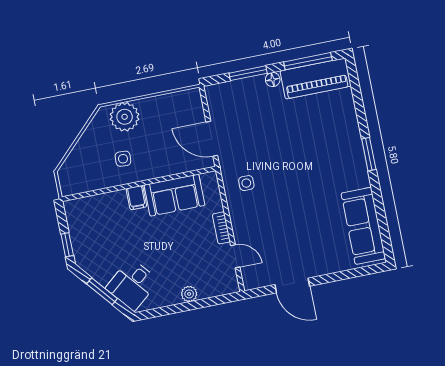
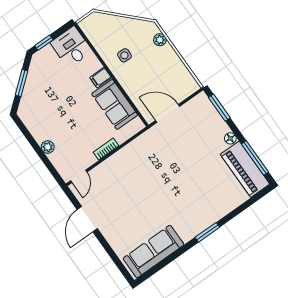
window: (248, 73) -> (219, 108), moved
plant: (125, 117) -> (160, 40), width x0.53, depth x0.53
door: (212, 139) -> (168, 113), hinge flipped
side table: (246, 183) -> (147, 153), removed
door: (235, 256) -> (79, 176), moved
desk: (132, 284) -> (71, 47), moved, turned 40

